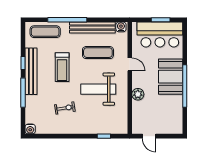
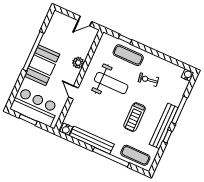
exercise mat: (98, 53) -> (128, 55), moved
treadmill: (62, 67) -> (135, 117), turned 180
door: (149, 136) -> (85, 21), swing flipped

